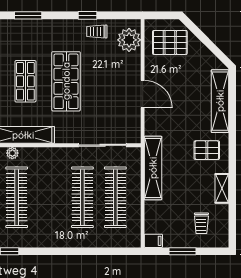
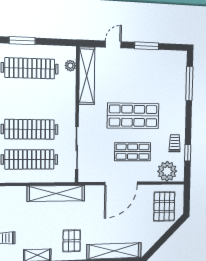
window: (28, 15) -> (189, 84), width x1.44
window: (88, 15) -> (188, 153), moved
shop shelf: (25, 81) -> (133, 152), moved
door: (143, 94) -> (121, 183), width x1.36

